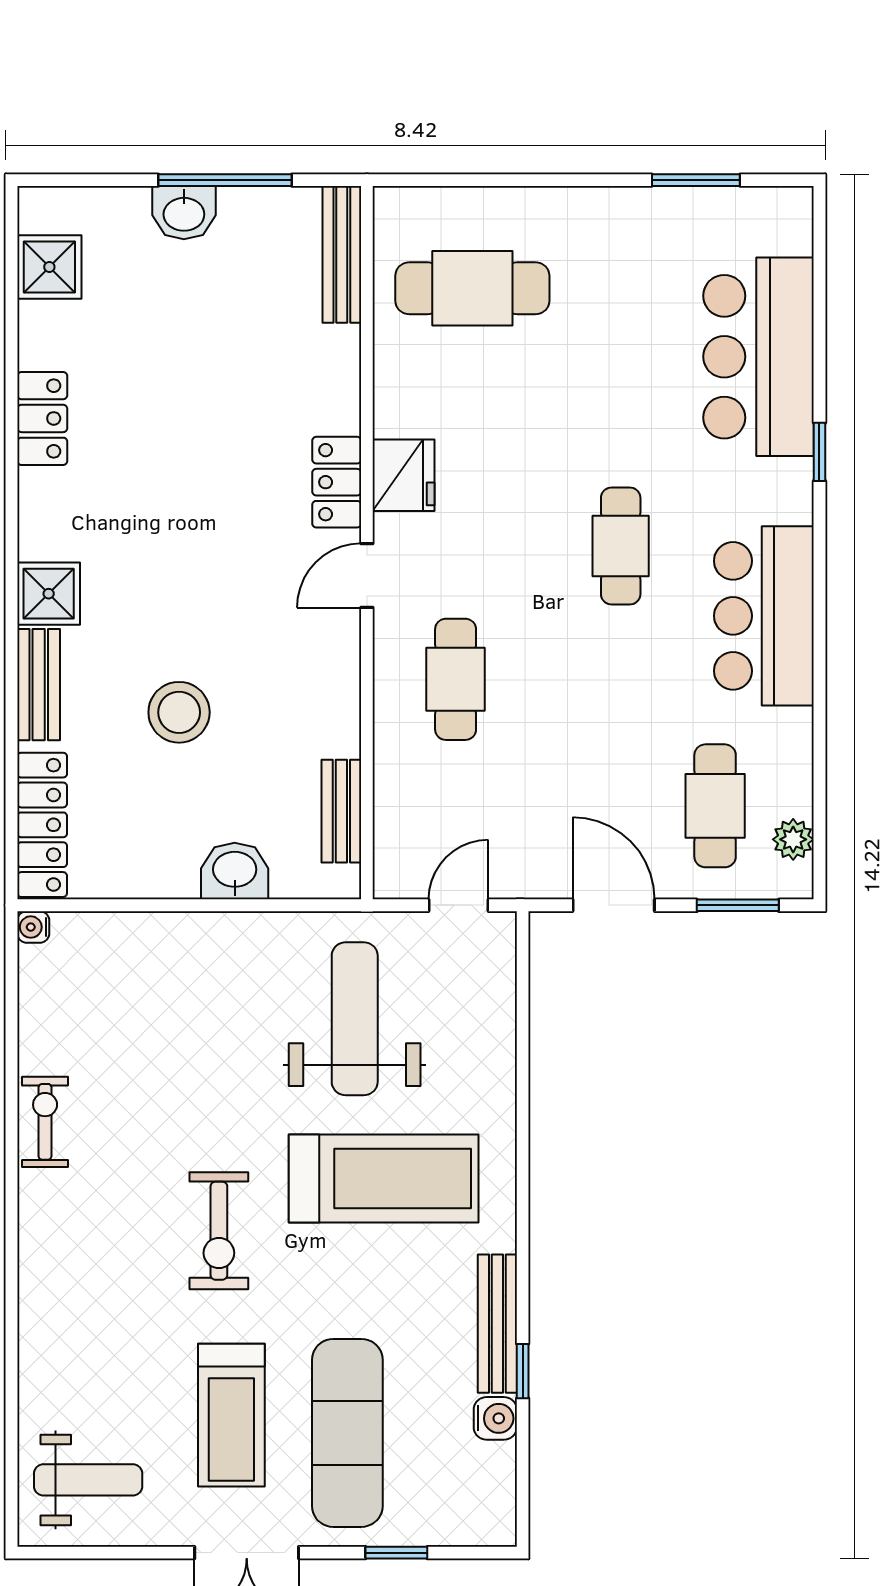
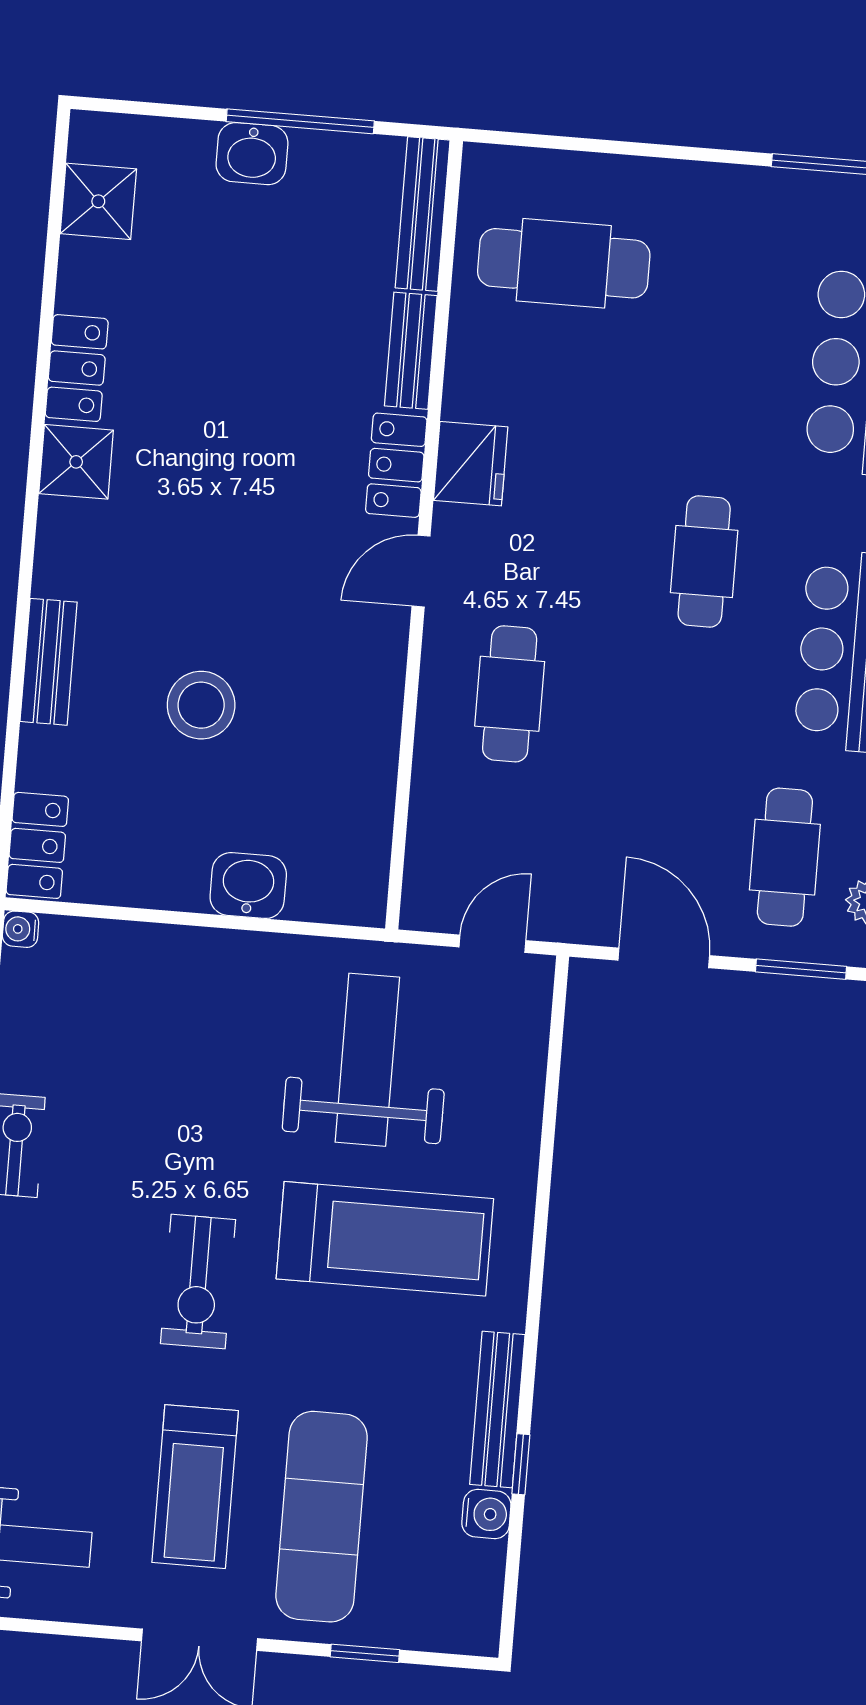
shower: (49, 594) -> (76, 462), moved
bench: (341, 811) -> (411, 351), moved
locker: (42, 825) -> (37, 845), width x0.66

